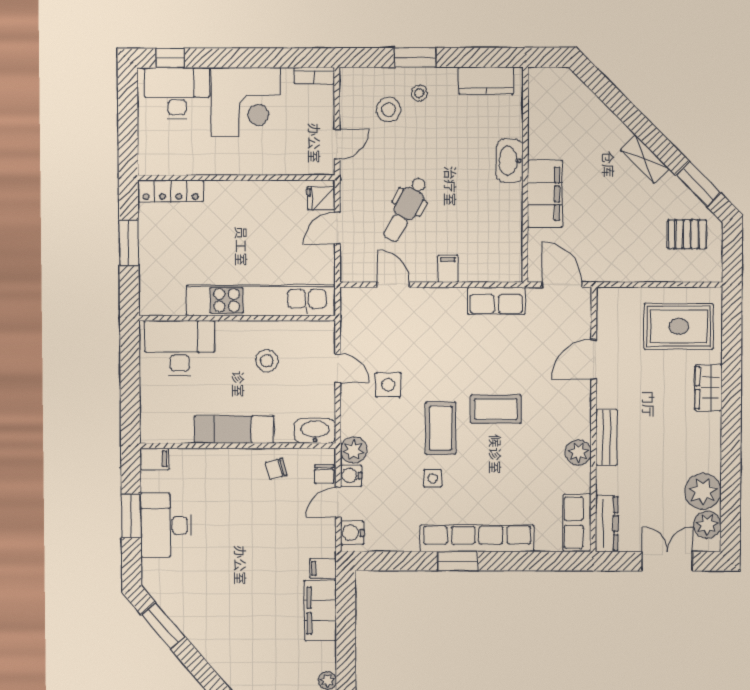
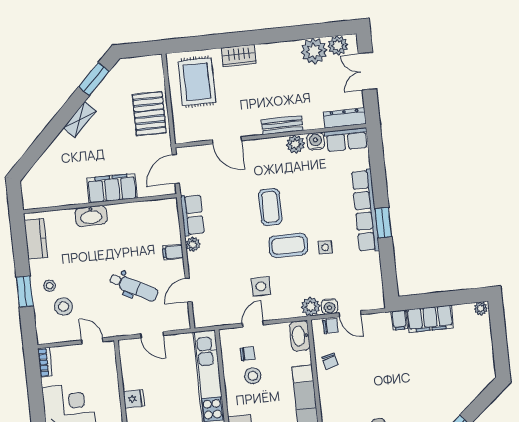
fridge: (321, 198) -> (134, 399), moved, turned -90
pallet: (687, 234) -> (149, 114), moved, width x1.50, depth x1.42
plant: (456, 297) -> (193, 244), added
chair: (298, 357) -> (247, 354), added
water cooler: (352, 533) -> (316, 141), moved, turned 180

